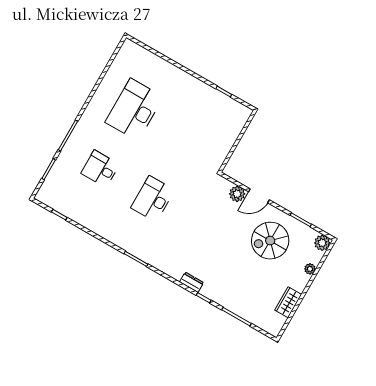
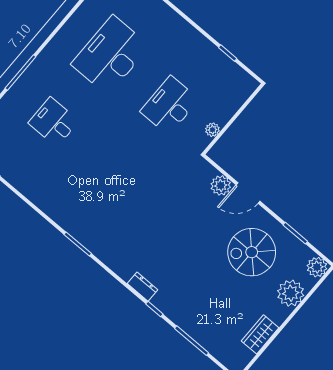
plant: (223, 152) -> (212, 130), added
desk: (153, 199) -> (170, 105), moved
plant: (310, 269) -> (291, 293), width x1.88, depth x1.88

